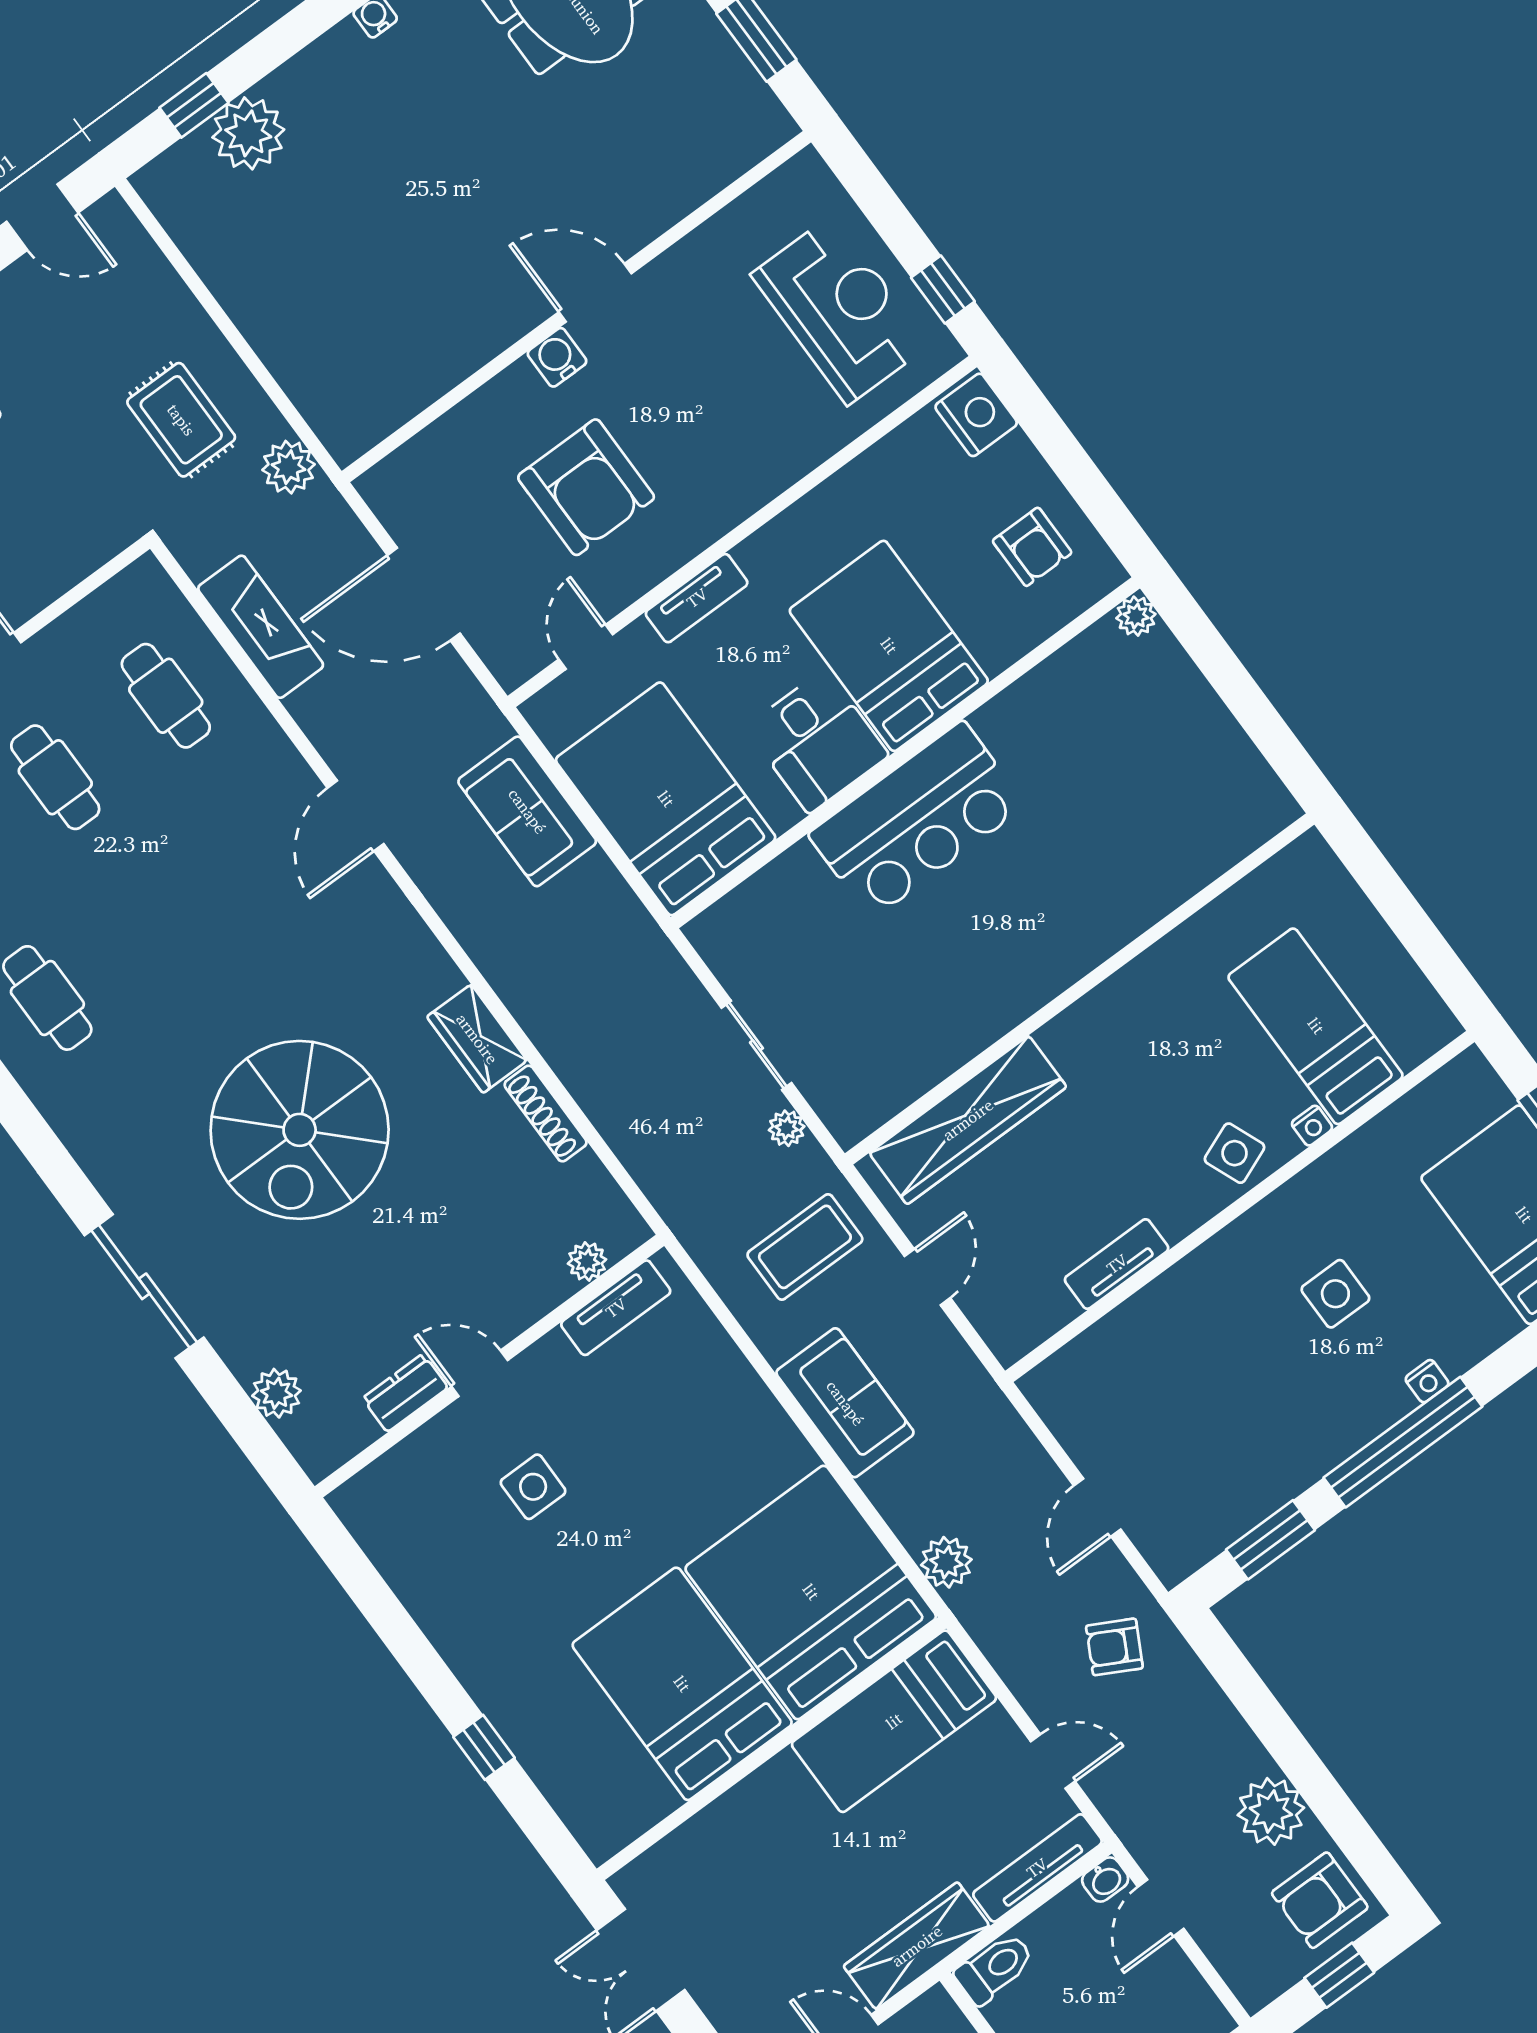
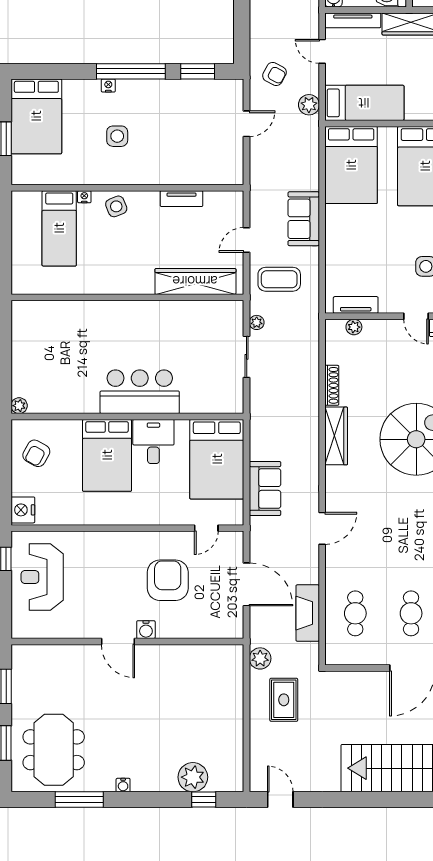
armchair: (1032, 547) -> (36, 453), turned -151
tv unit: (697, 598) -> (158, 517), removed
wardrobe: (477, 1039) -> (336, 436), width x1.50
plant: (946, 1562) -> (309, 105), moved
bed: (811, 1592) -> (351, 165), width x0.73

